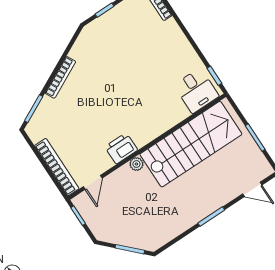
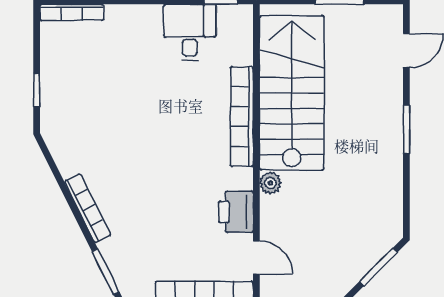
desk: (196, 91) -> (190, 32), moved, turned -90
bookcase: (161, 126) -> (242, 117), added
printer: (121, 148) -> (236, 212), moved

